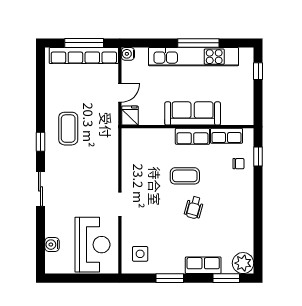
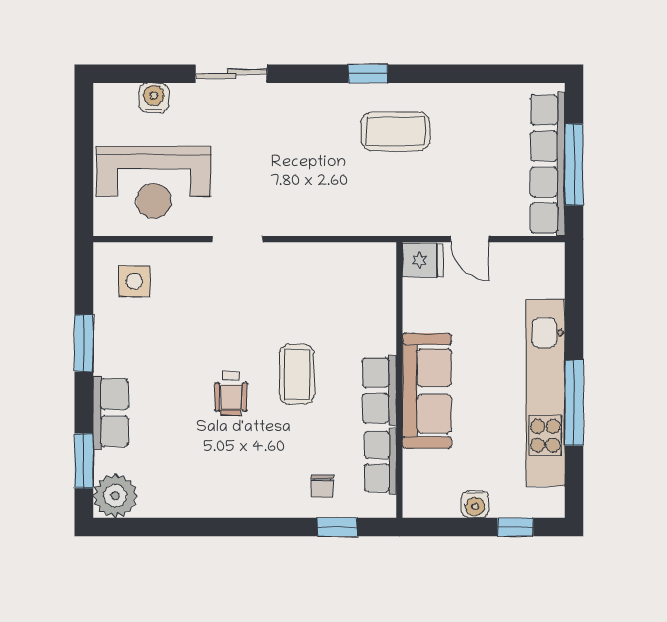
water cooler: (128, 54) -> (475, 504), moved, turned 180
sliding door: (40, 189) -> (231, 74), moved
wheelchair: (194, 208) -> (231, 394), turned -106

